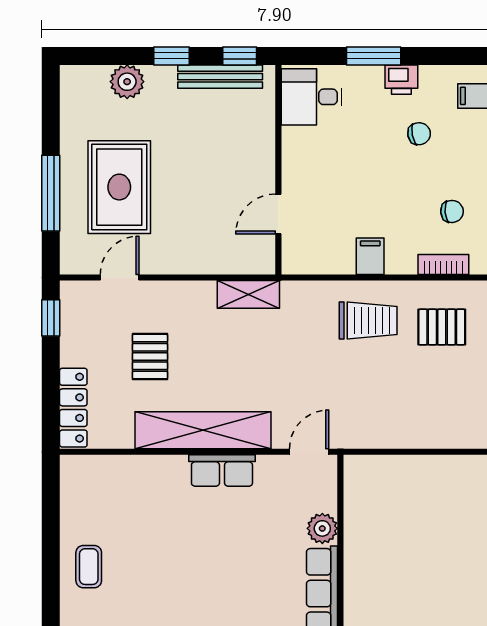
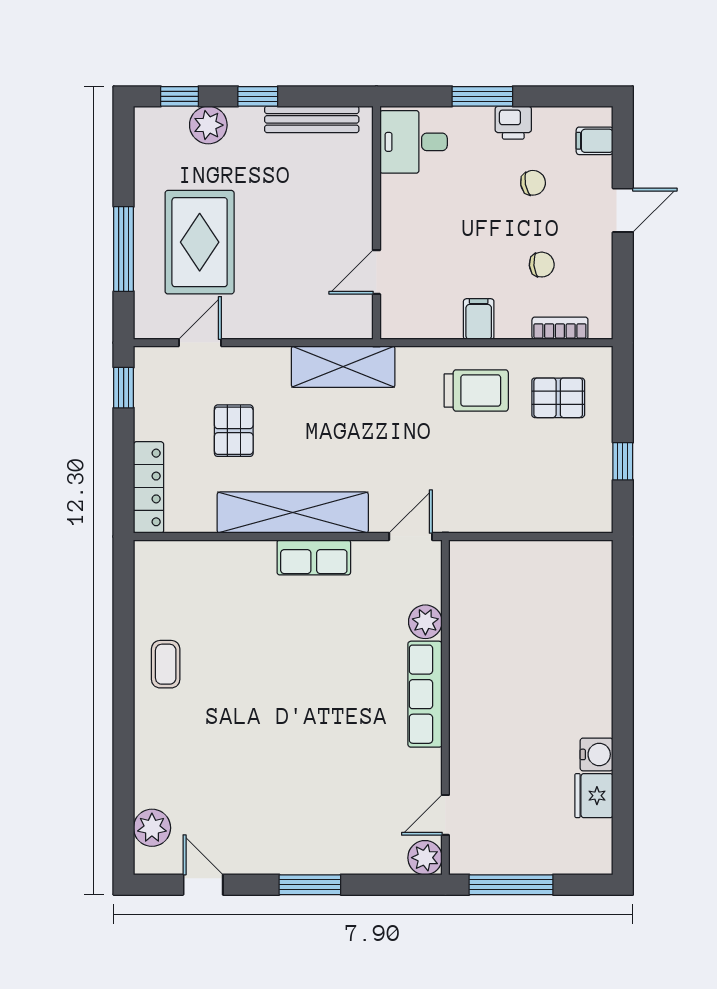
window: (240, 56) -> (180, 96), moved
chair: (452, 211) -> (542, 265), moved
shelving: (248, 294) -> (343, 367), width x1.50, depth x1.33

